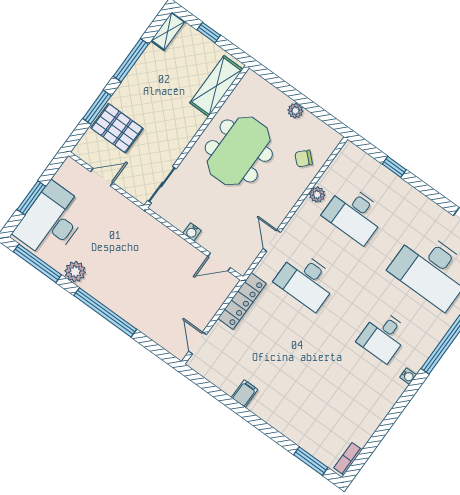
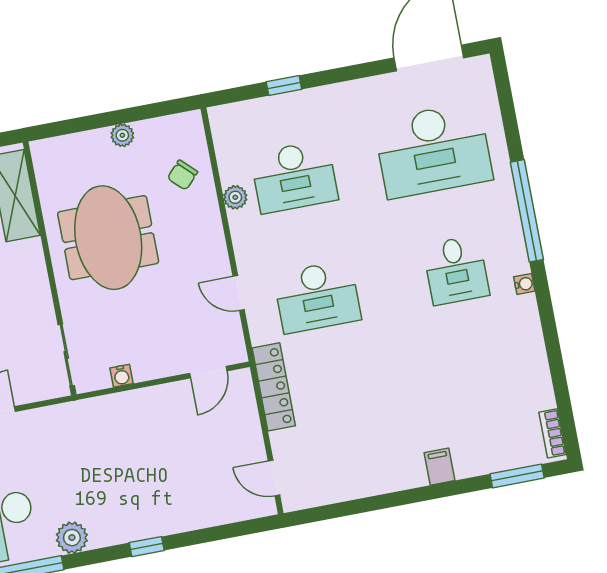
water cooler: (192, 232) -> (122, 376), moved
window: (105, 312) -> (147, 547), width x0.32
filing cabinet: (245, 394) -> (439, 467), moved

